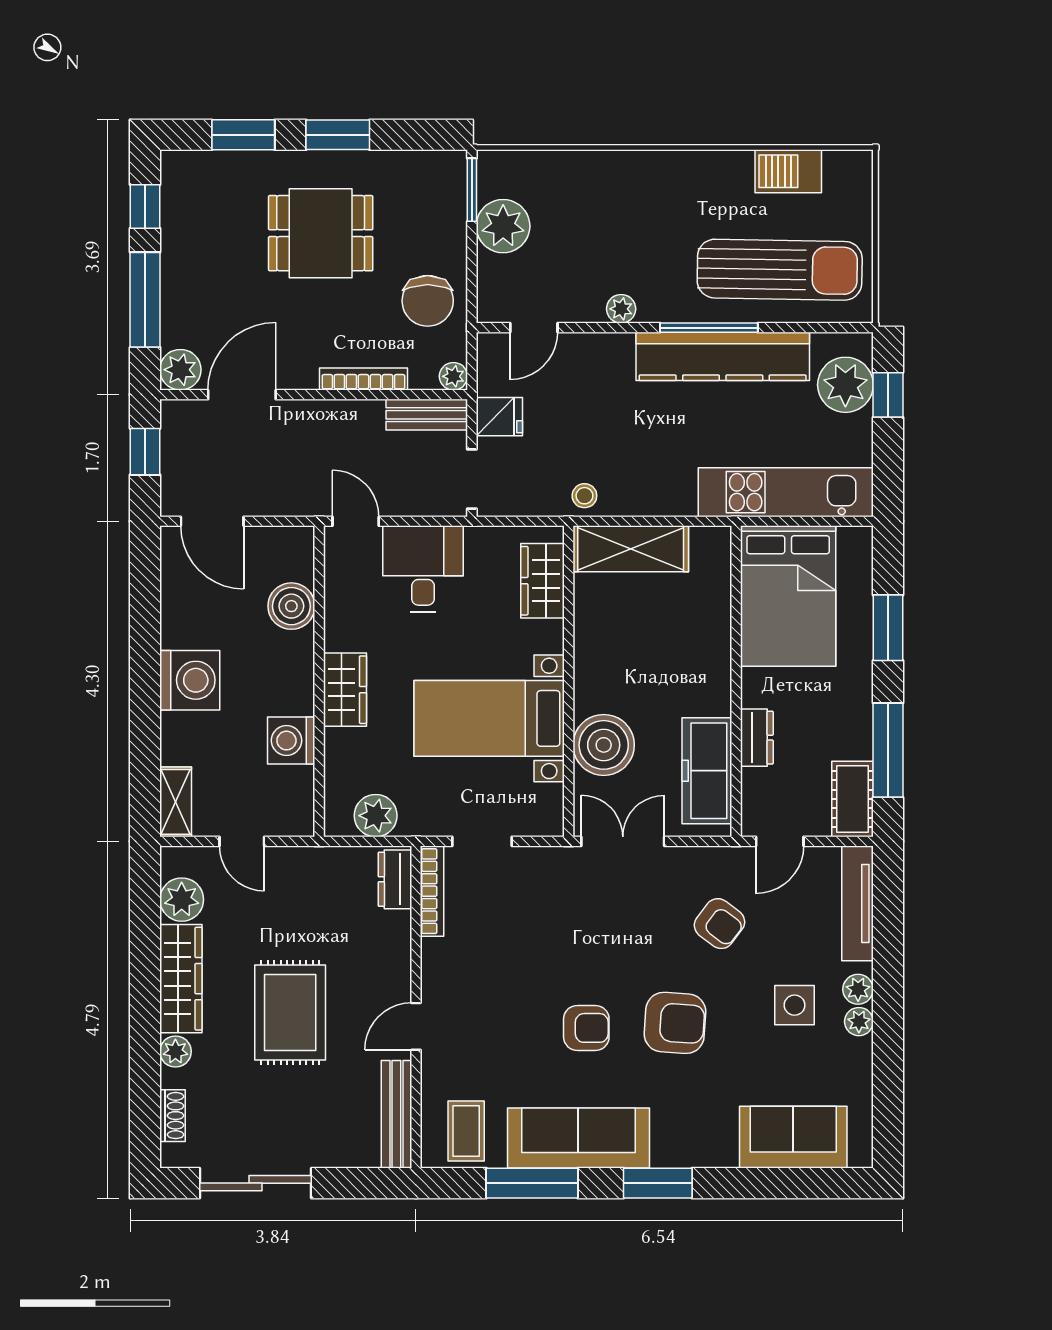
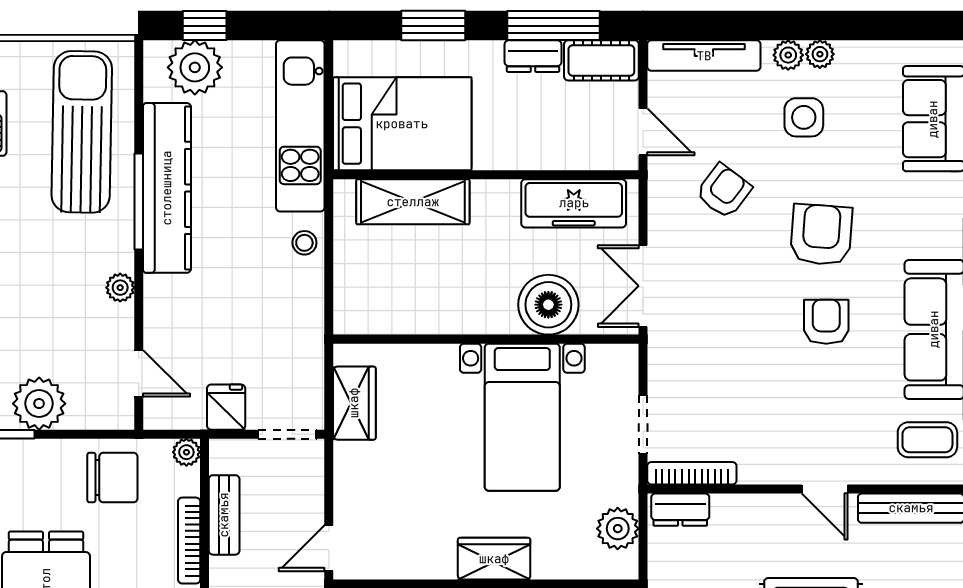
bench: (427, 415) -> (224, 515), moved
stool: (584, 496) -> (304, 243), moved
shelving: (631, 549) -> (413, 202), moved, turned 90
desk: (423, 569) -> (376, 482), removed
wardrobe: (543, 581) -> (354, 403), moved, turned -90
dresser: (757, 738) -> (533, 56), moved, turned 180

